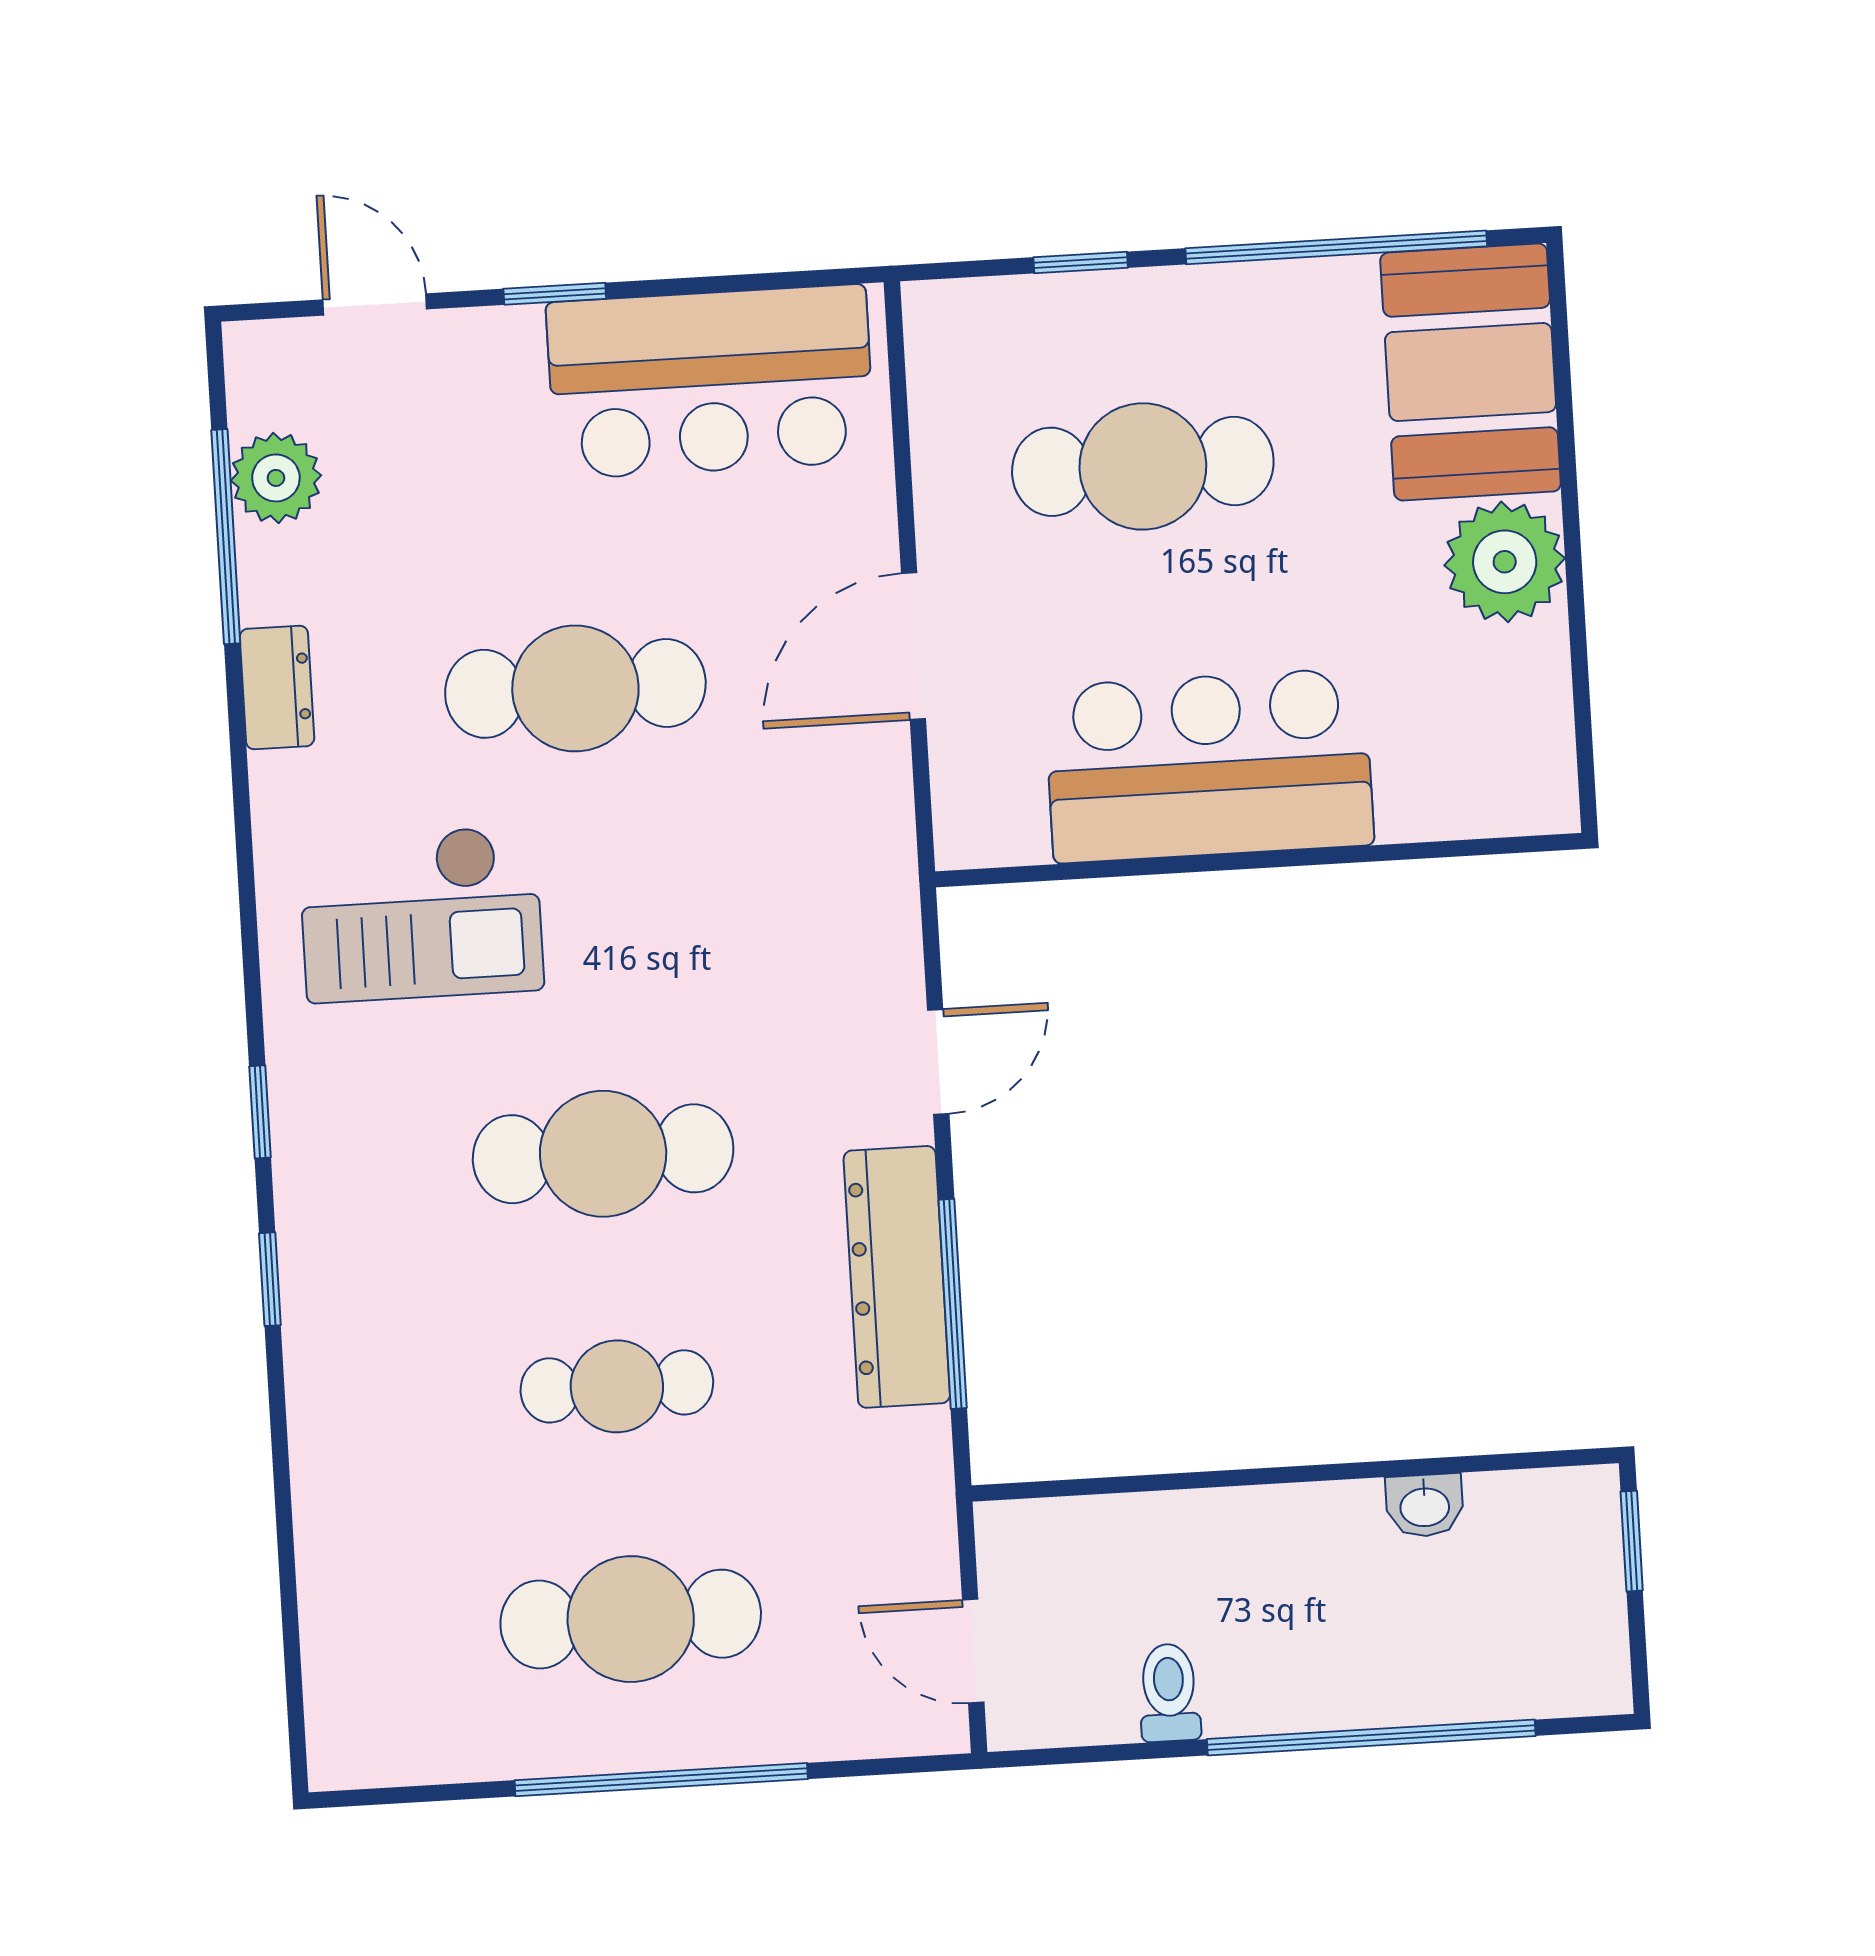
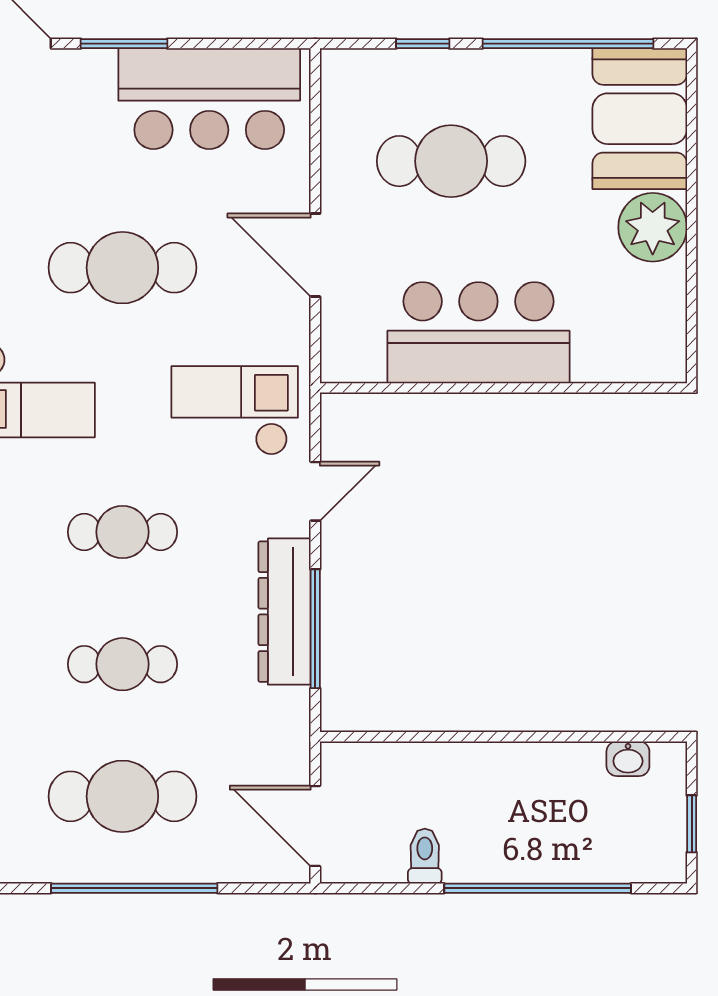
window: (555, 294) -> (124, 44), width x1.50
door: (914, 646) -> (315, 255), hinge flipped
checkout: (788, 928) -> (235, 411), added
cafe table: (603, 1154) -> (122, 532), width x0.73, depth x0.74
washbasin: (1425, 1505) -> (628, 759), moved
window: (1632, 1541) -> (692, 824), moved
door: (973, 1651) -> (315, 826), width x1.38

